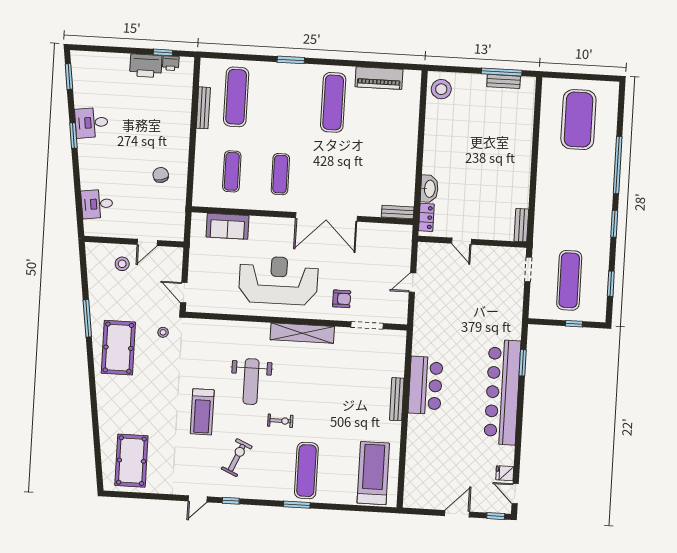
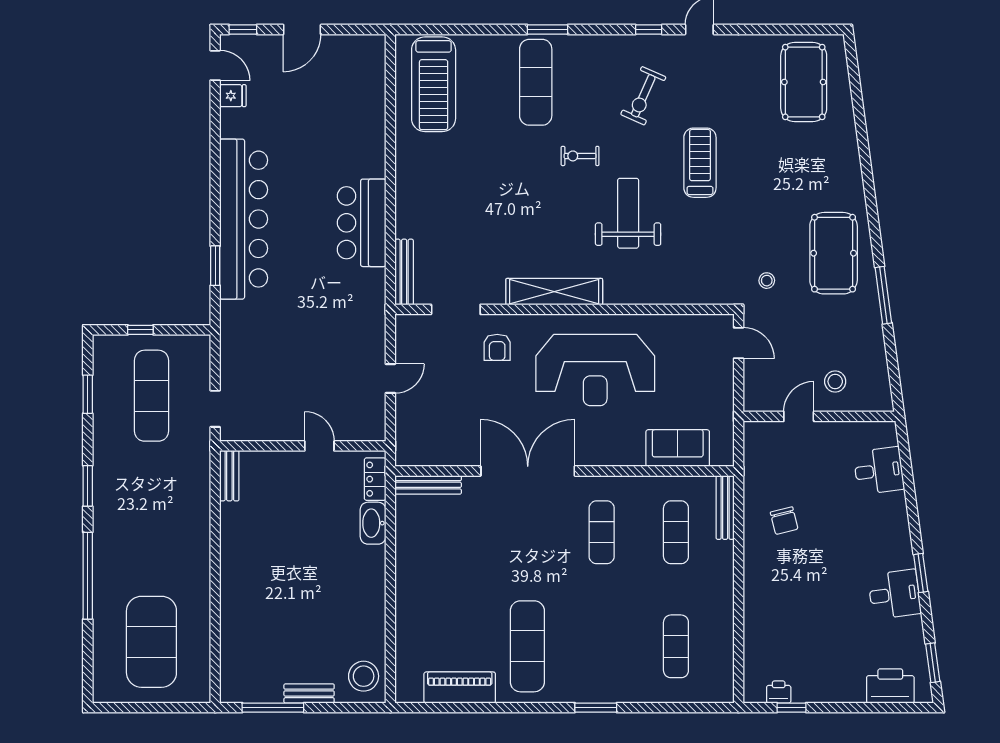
printer: (146, 66) -> (890, 686), moved
bench: (504, 81) -> (309, 693), moved
exercise mat: (236, 97) -> (676, 646), width x0.73, depth x0.69
bench: (203, 108) -> (725, 507), moved
bench: (398, 212) -> (428, 485), width x1.36
armchair: (342, 299) -> (497, 347), turned -90
bench: (397, 399) -> (404, 272), moved

